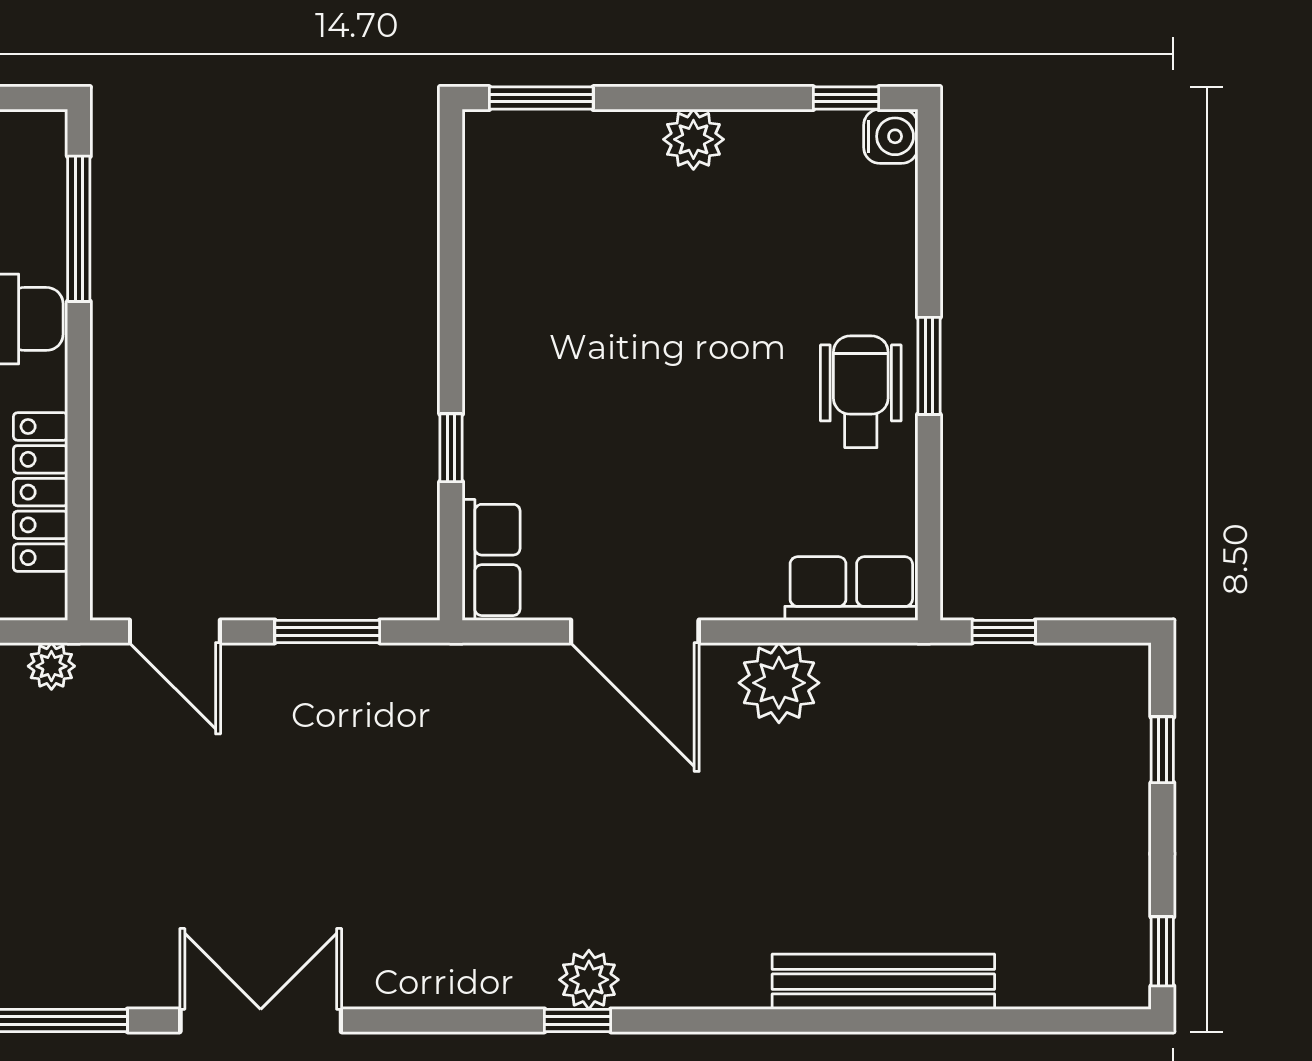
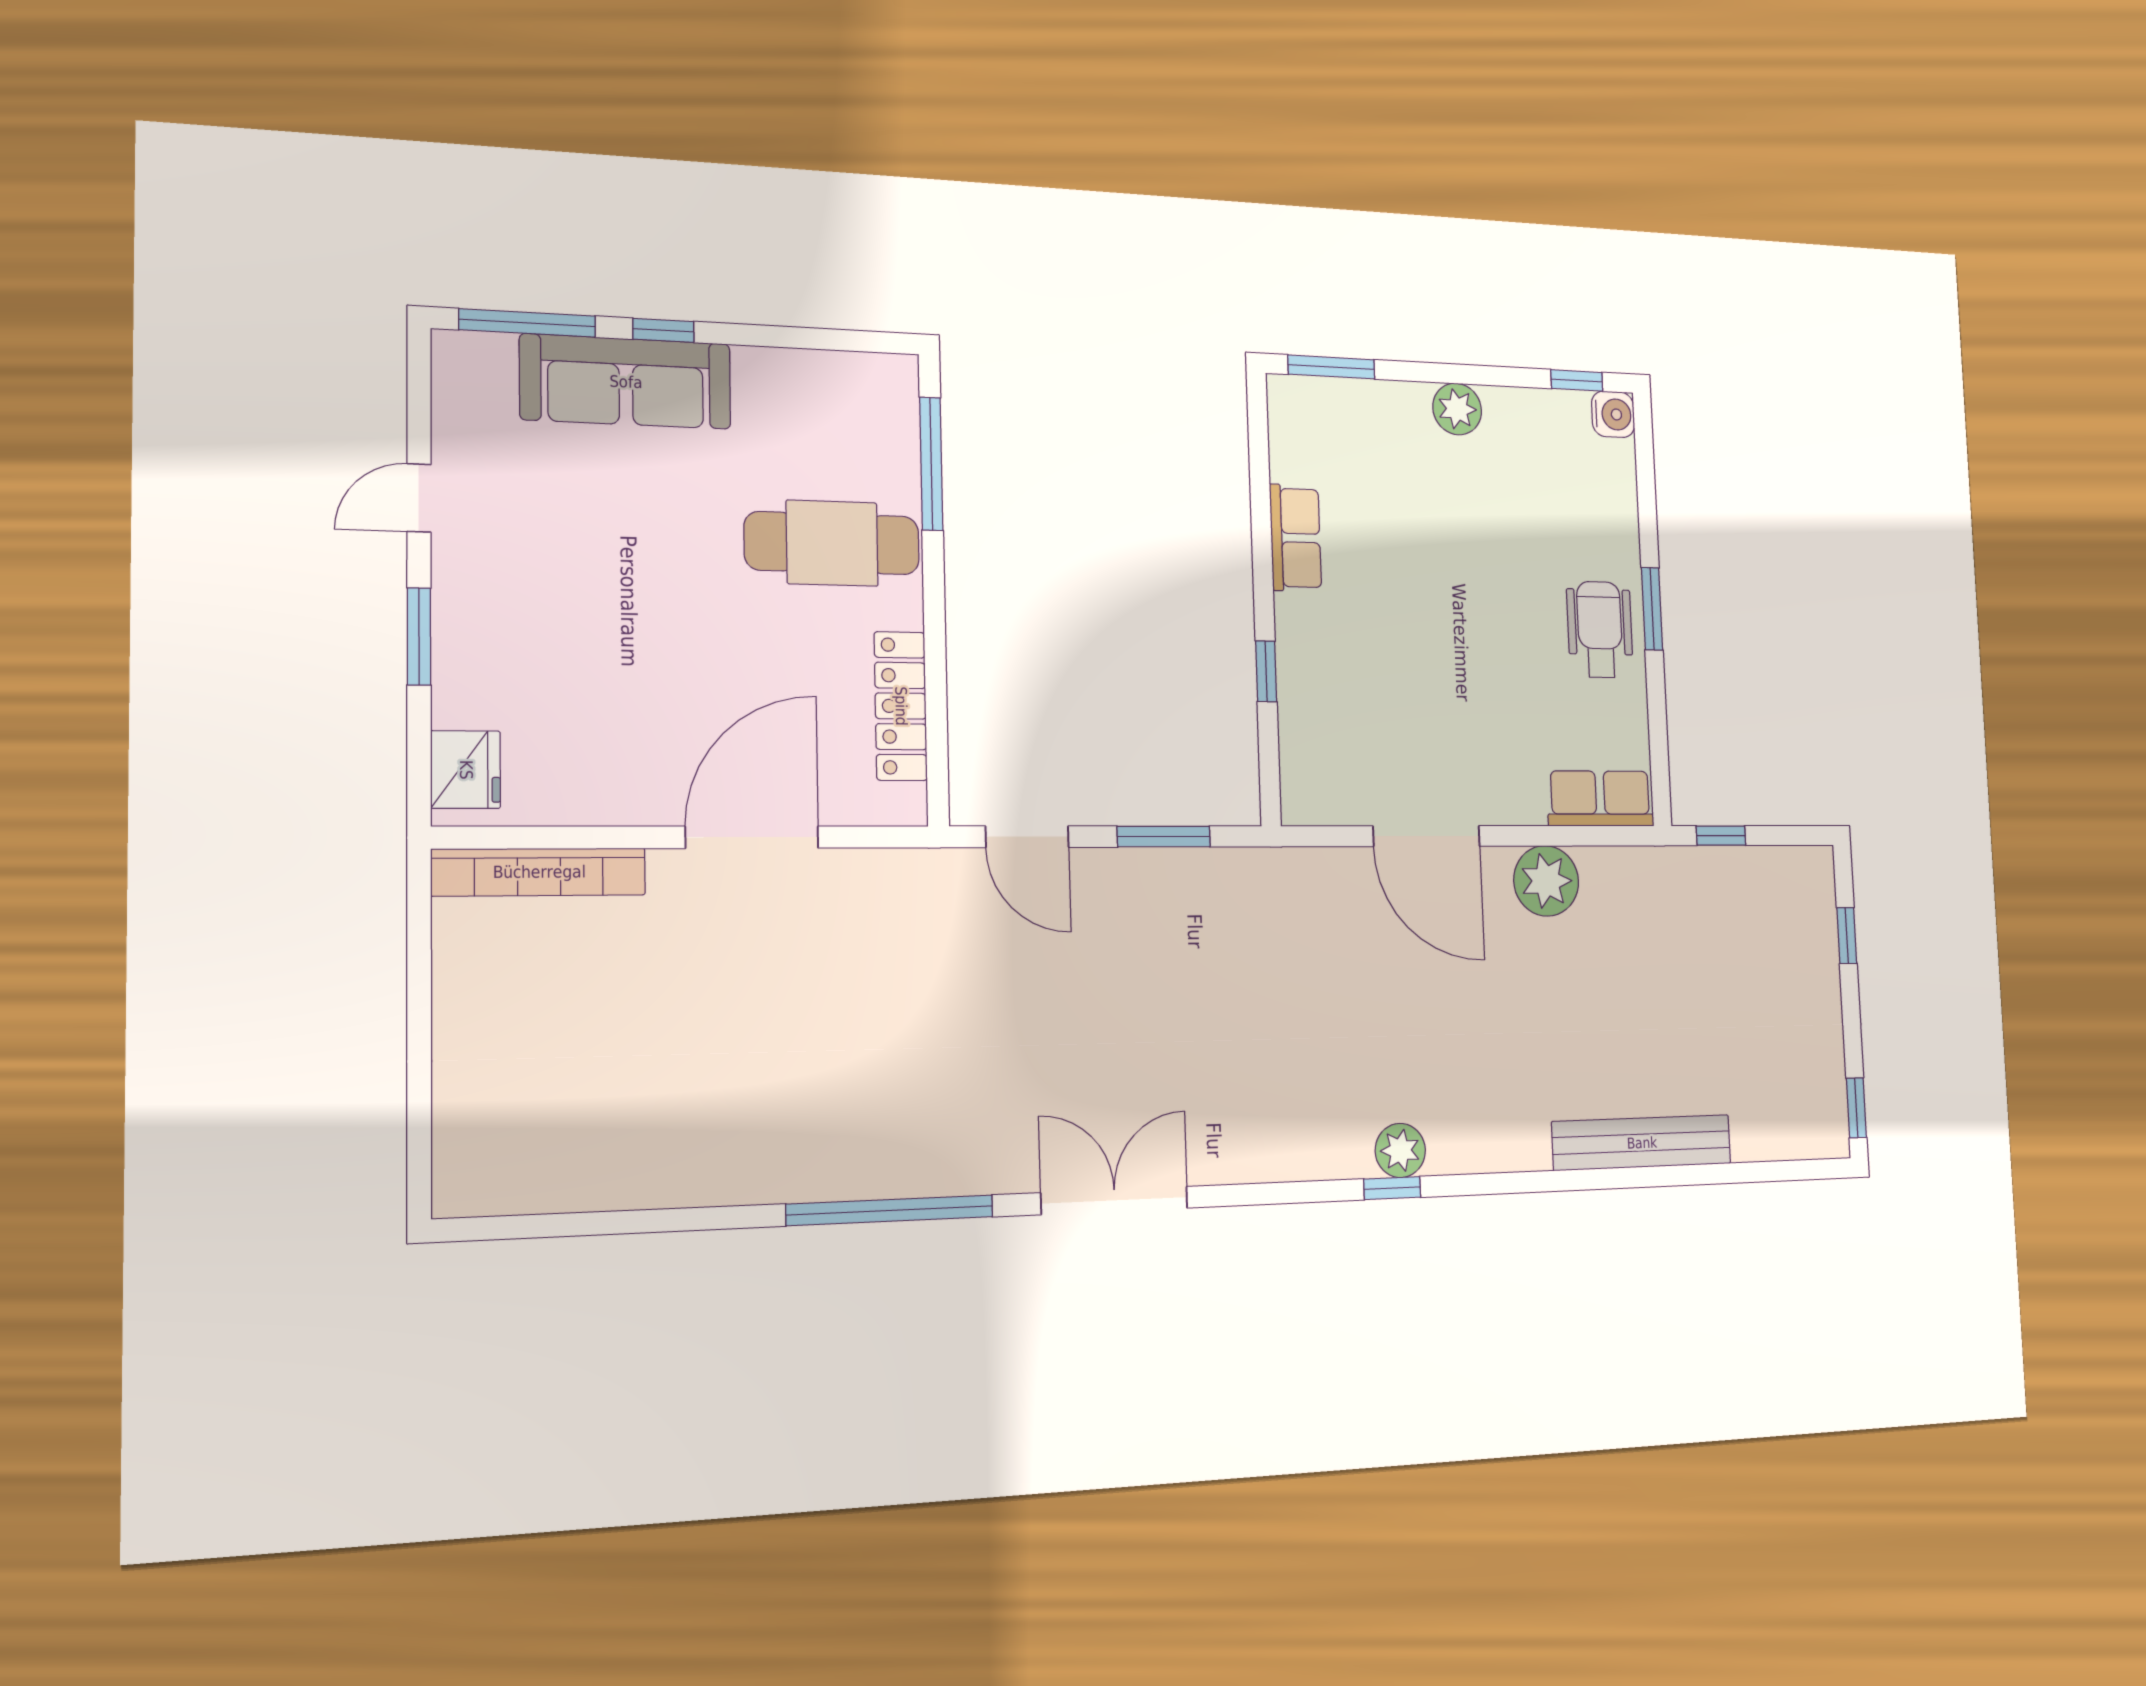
row of seats: (491, 560) -> (1295, 538), moved
plant: (51, 666) -> (914, 870), removed

